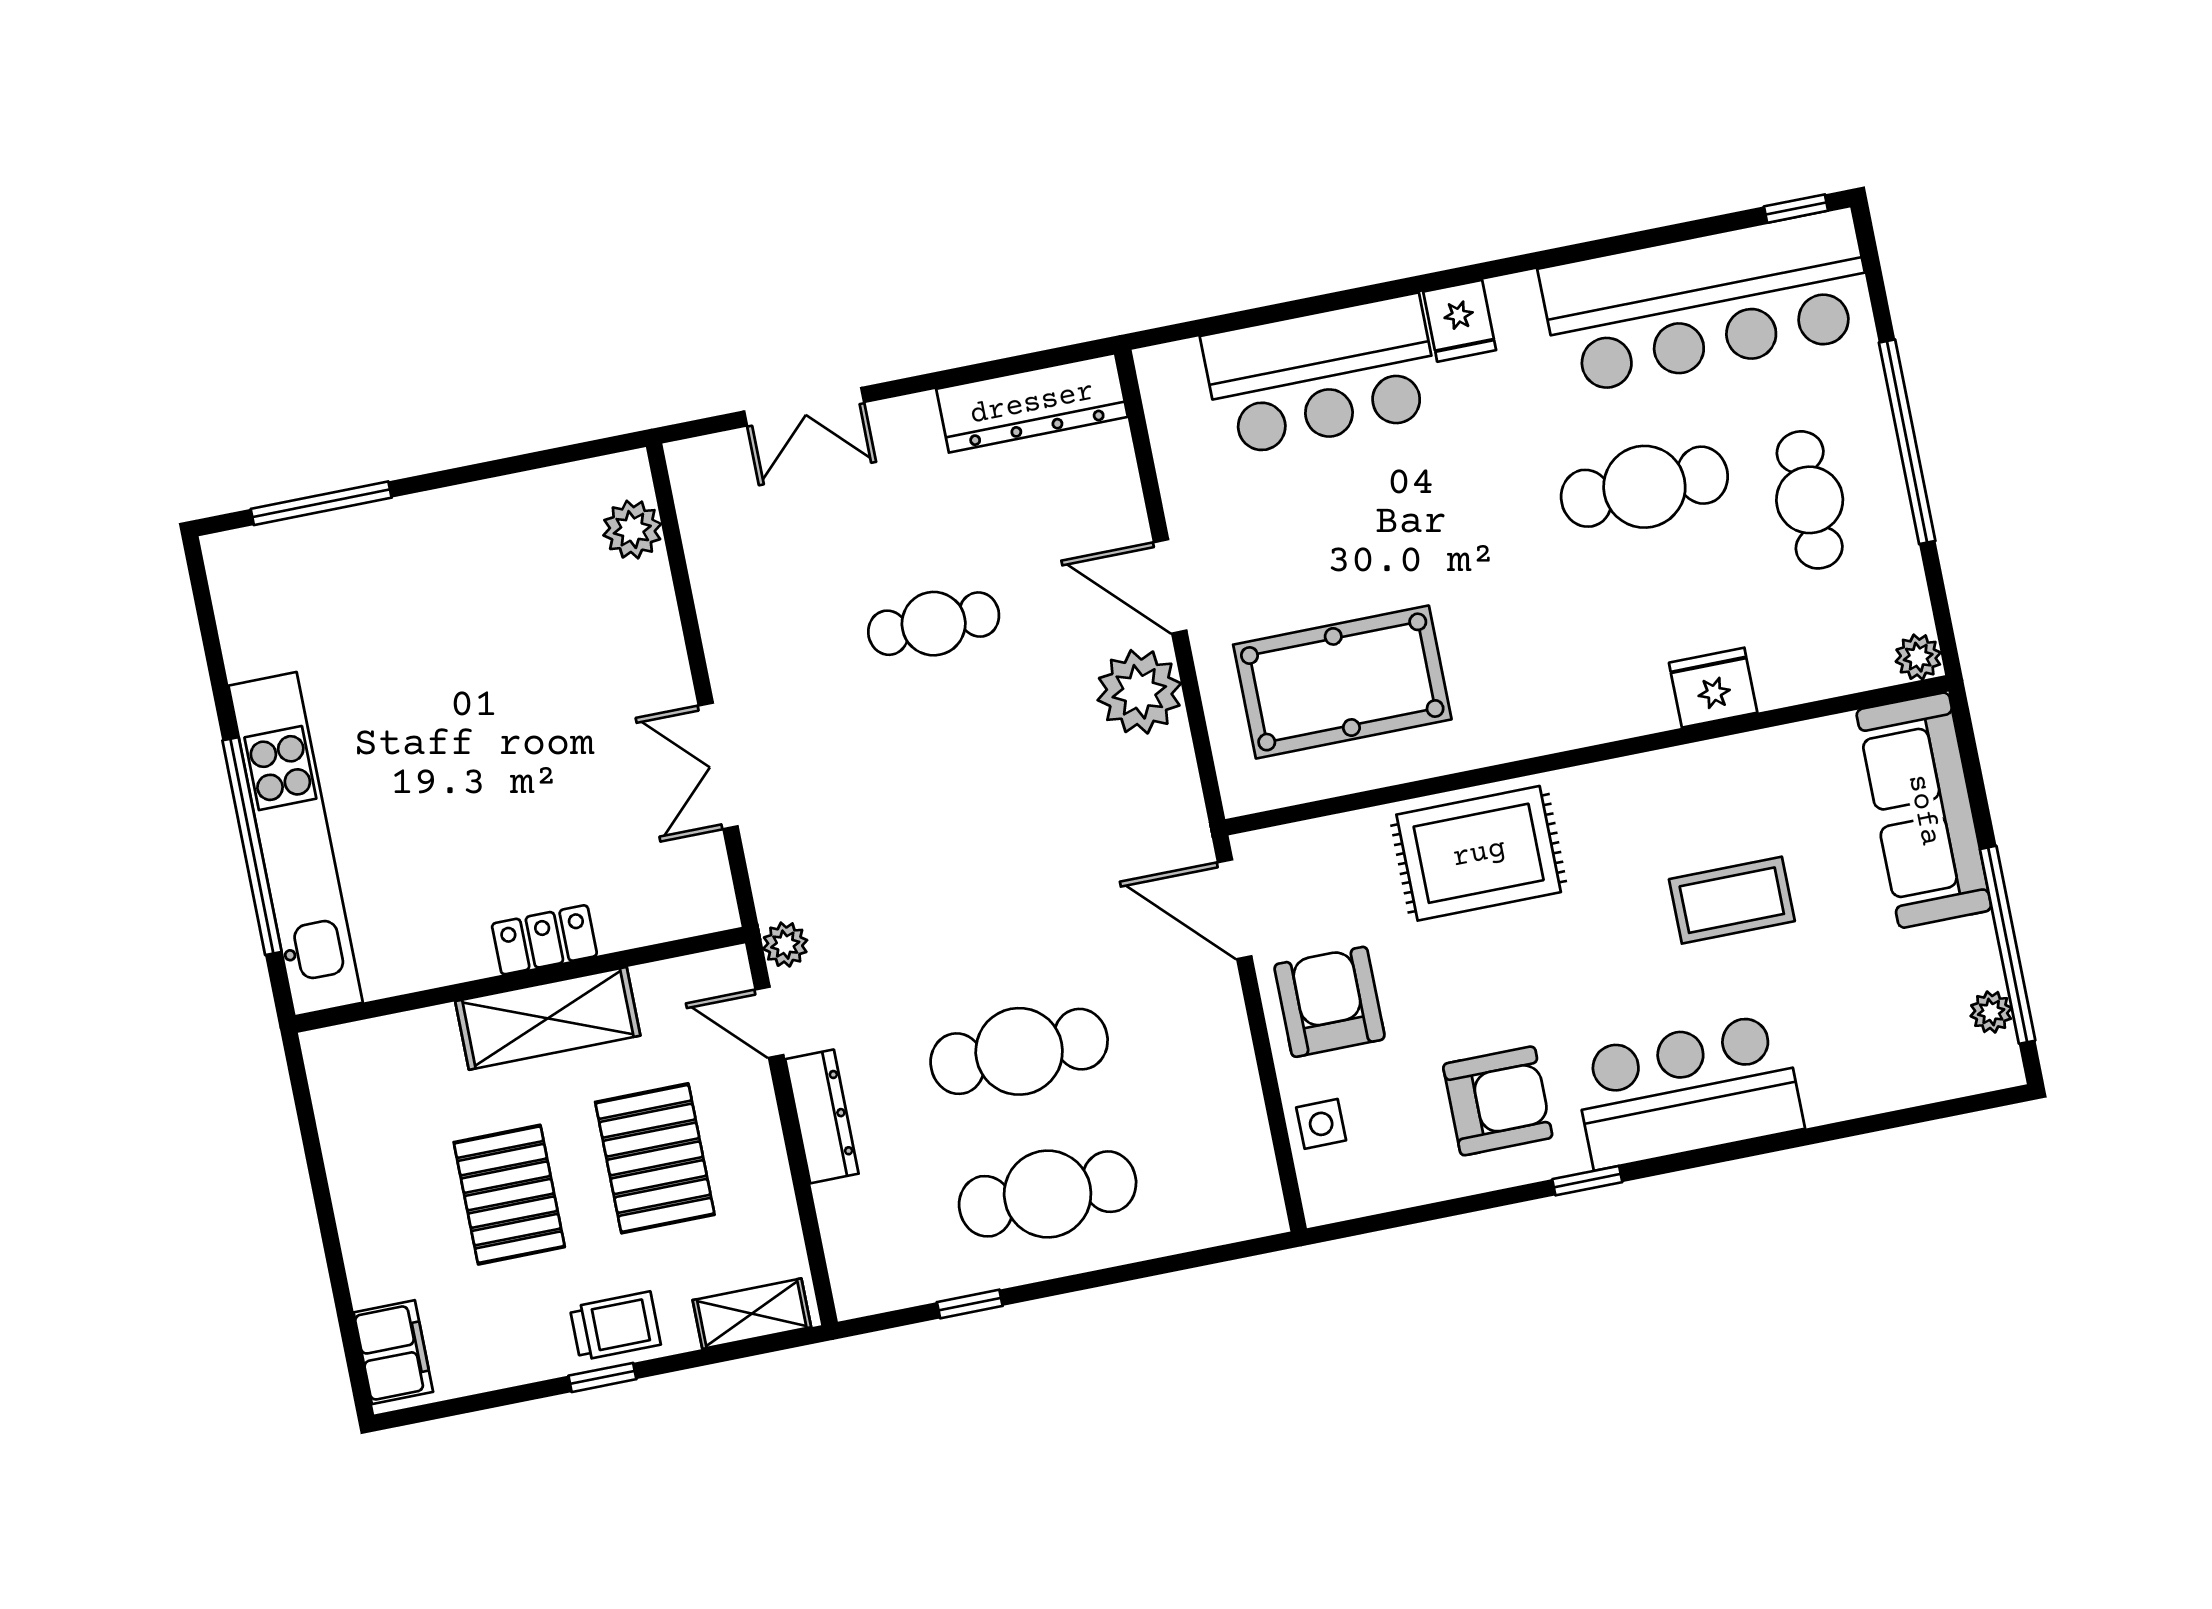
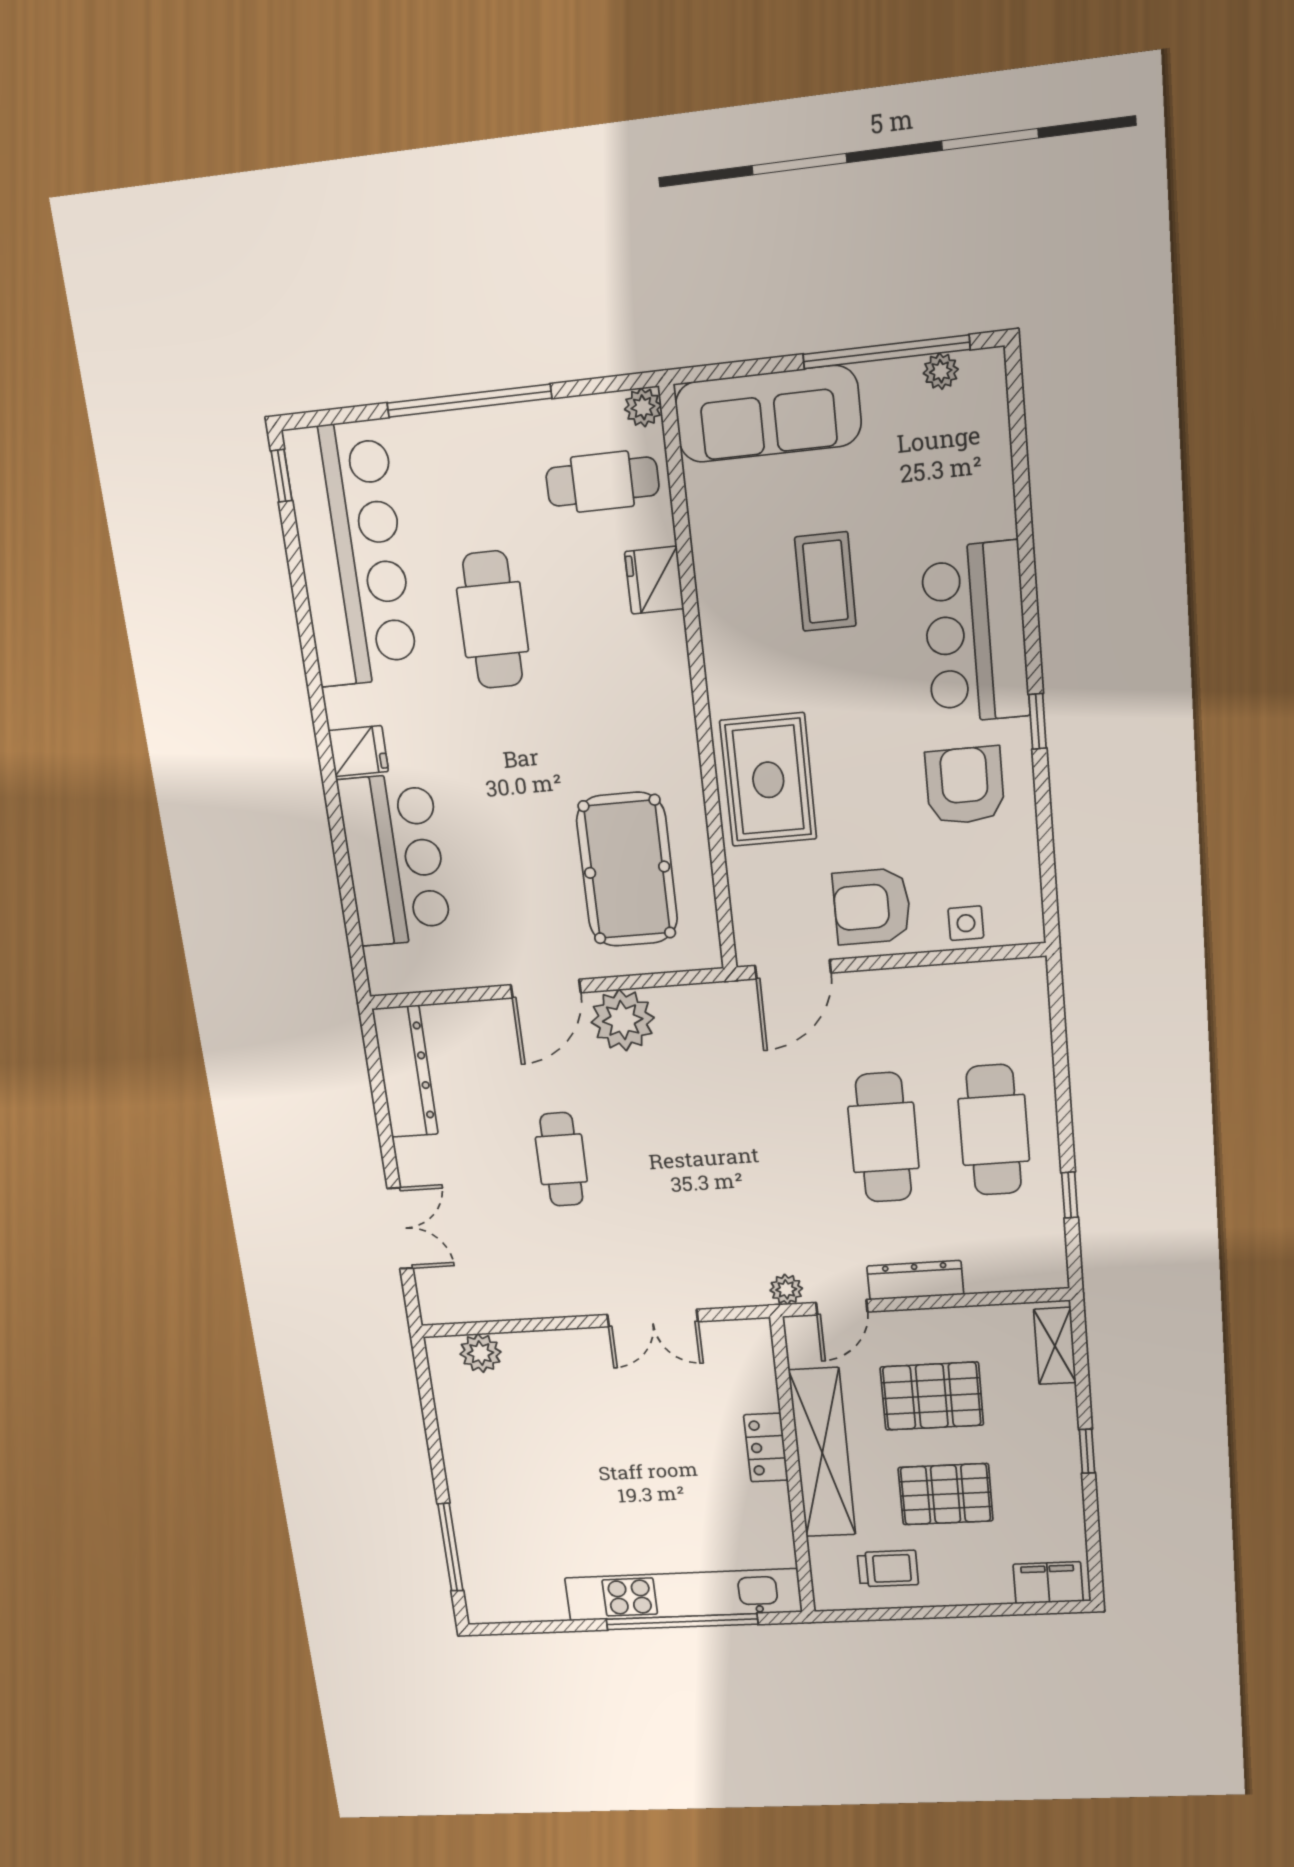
cafe table: (1810, 500) -> (602, 482), moved
shelving: (548, 1018) -> (822, 1453), width x1.47
trolley: (615, 1326) -> (888, 1569), moved, turned 90

